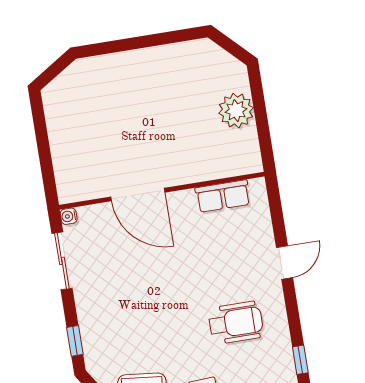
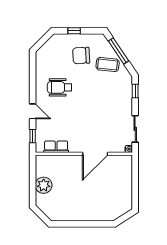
door: (138, 195) -> (95, 154), swing flipped
door: (285, 262) -> (33, 111), swing flipped
window: (300, 360) -> (33, 136), moved

